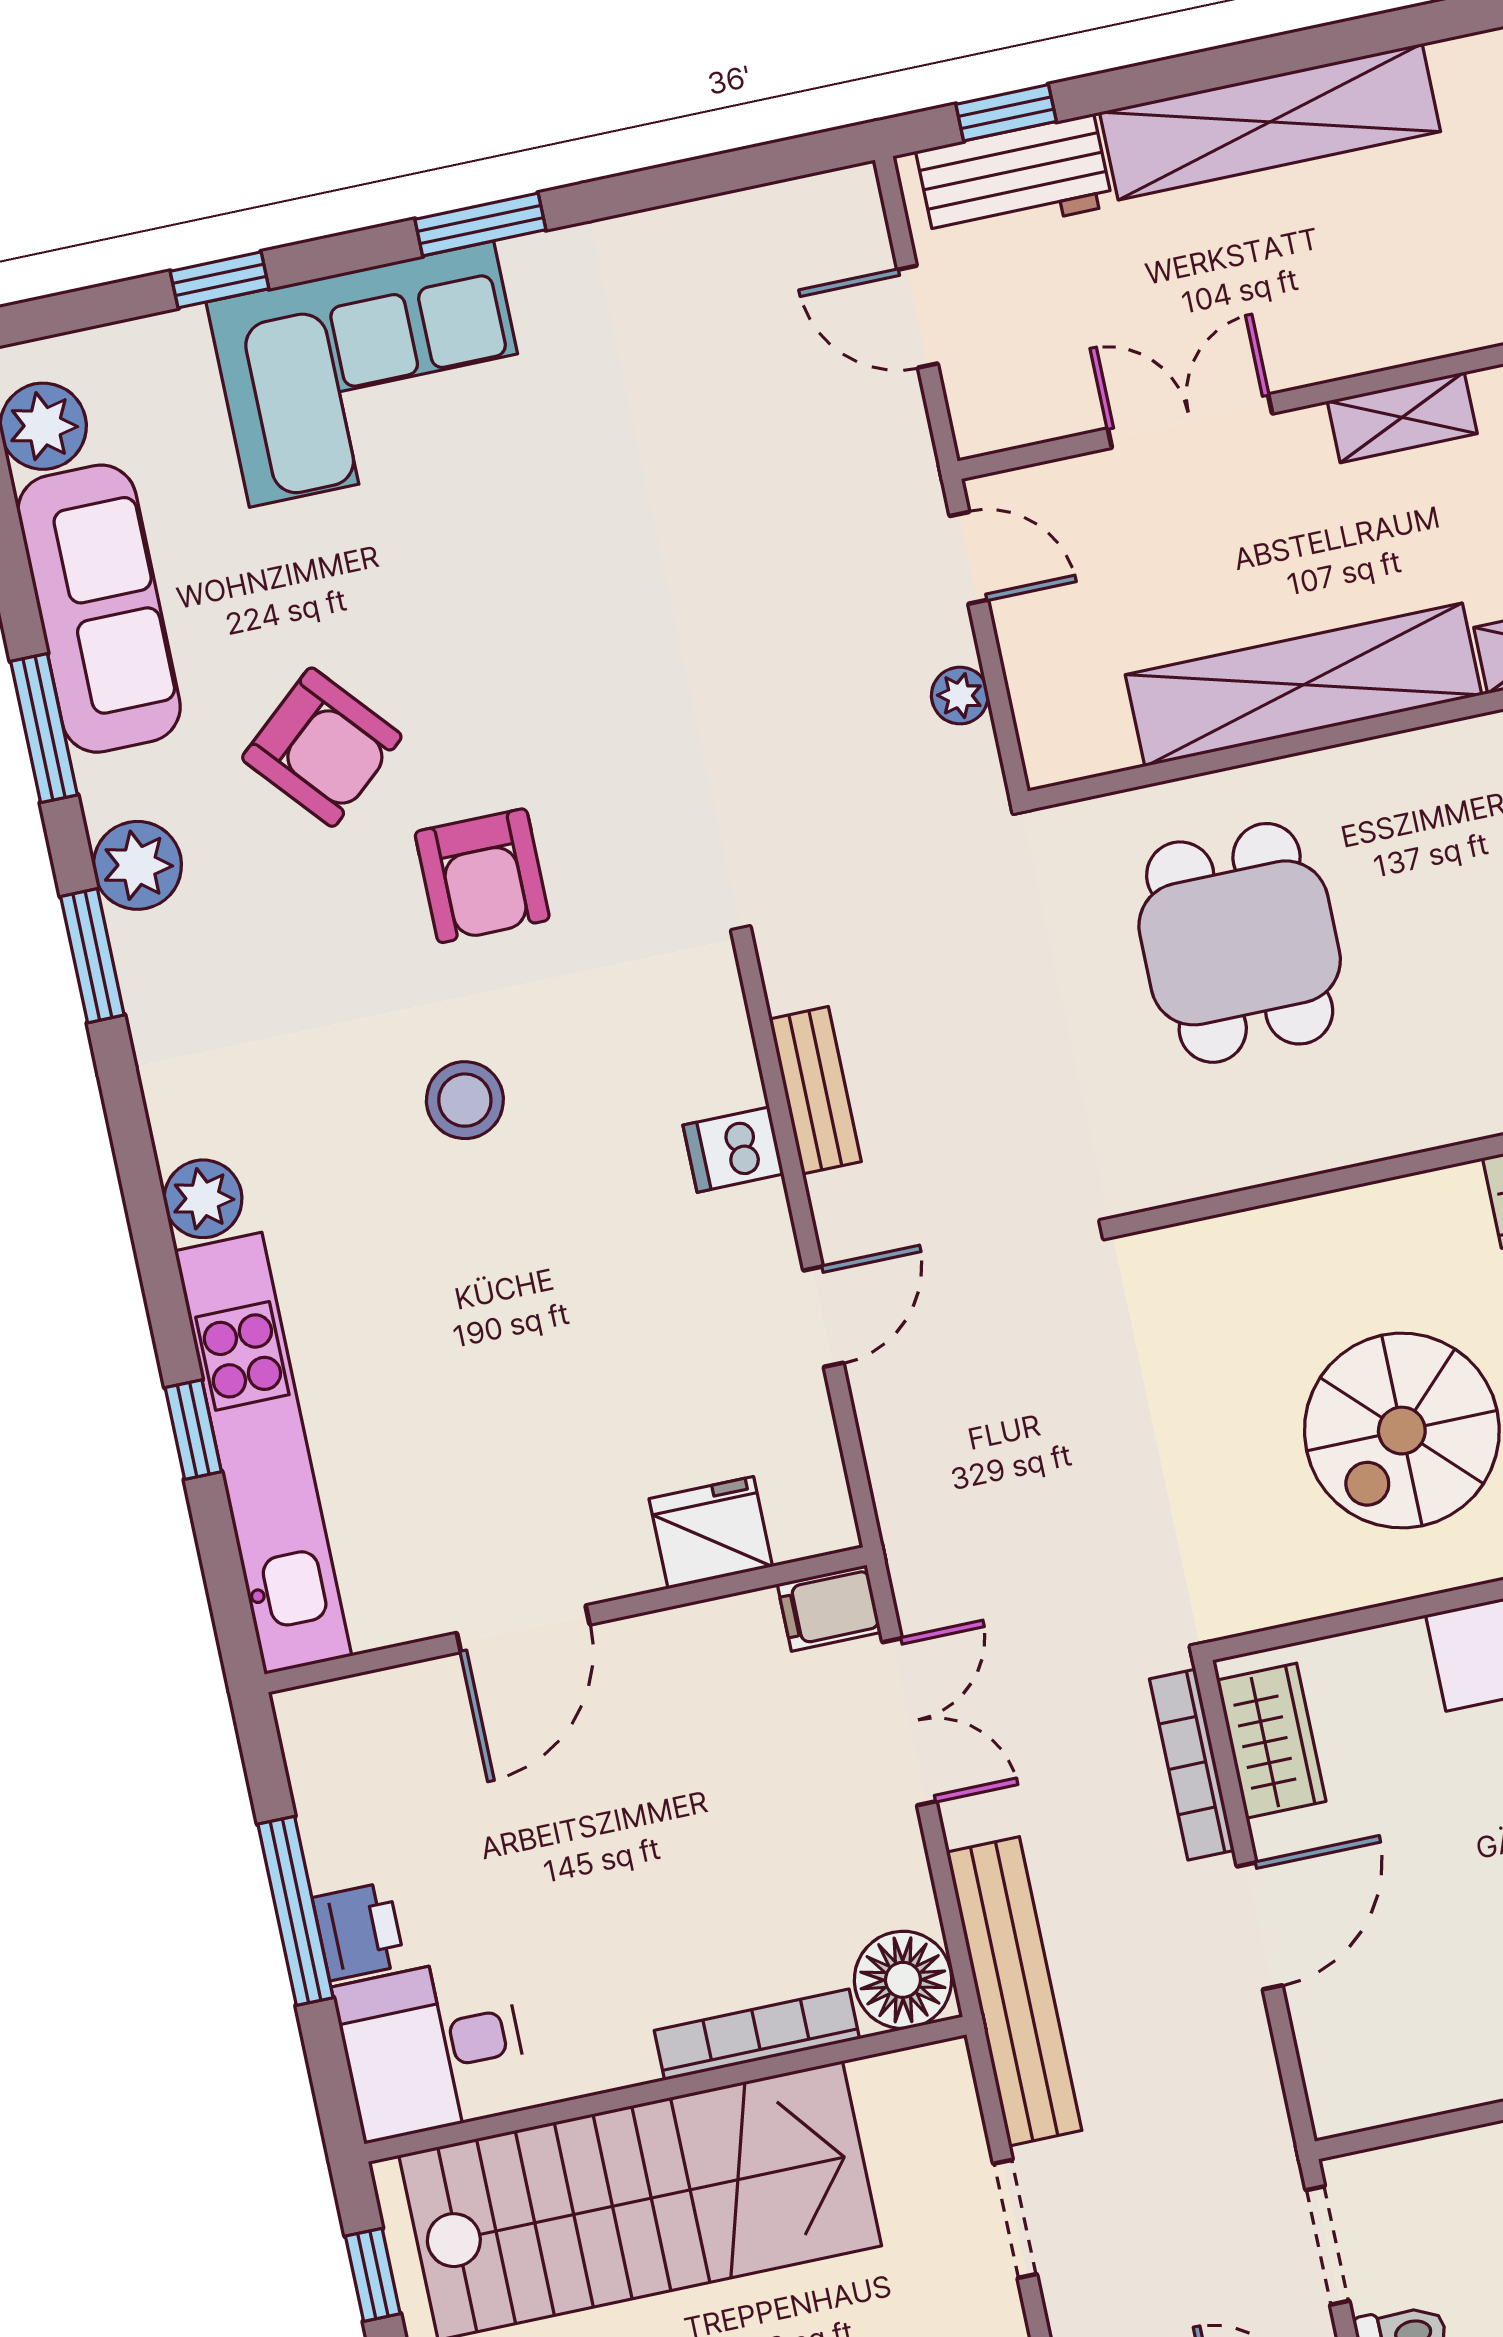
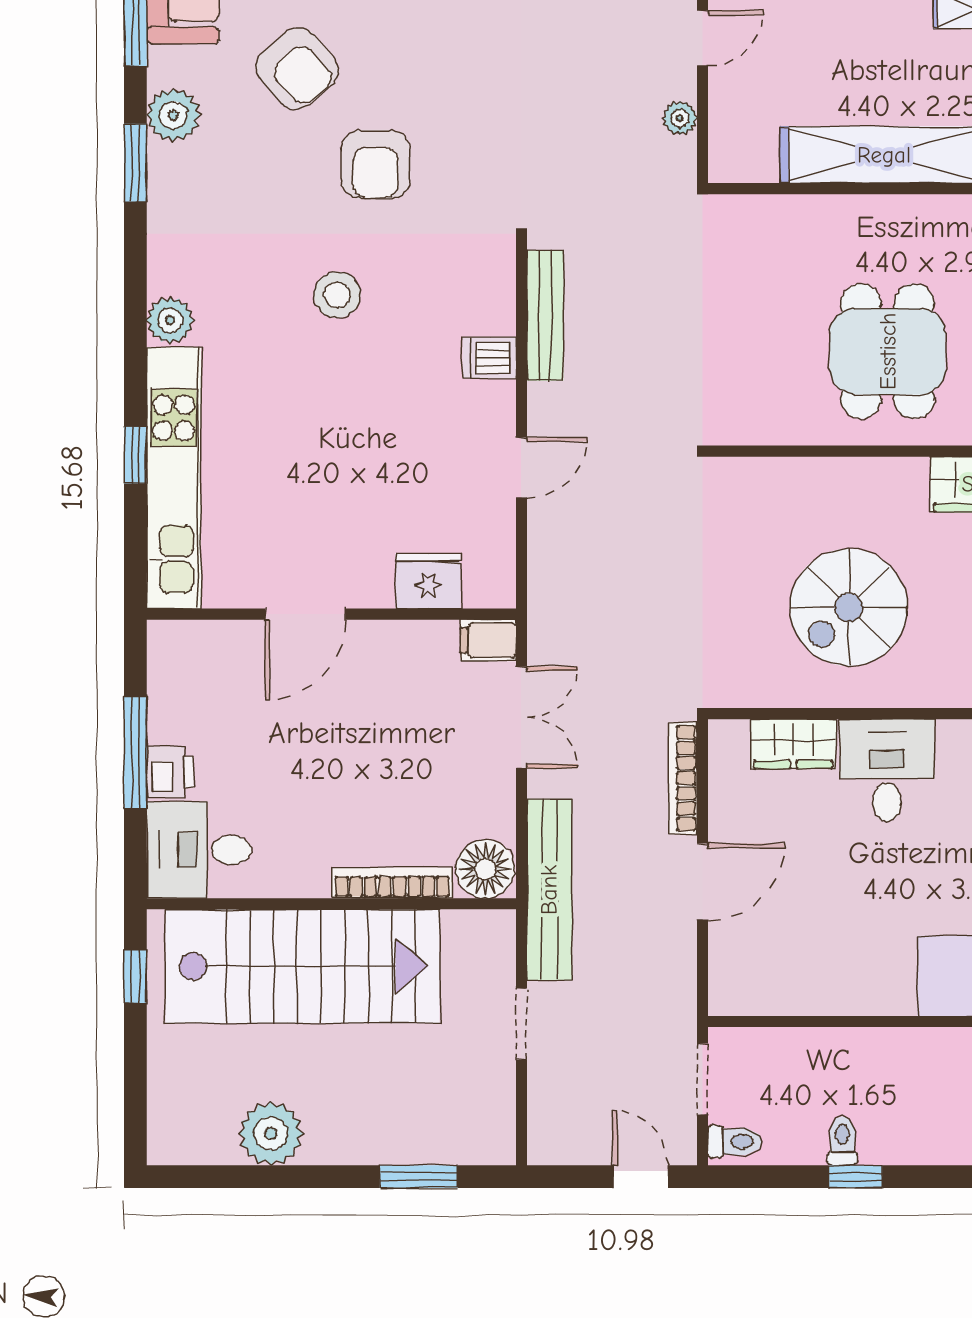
door: (969, 558) -> (703, 38), hinge flipped
dining table: (1240, 943) -> (888, 351), moved
bench: (815, 1090) -> (545, 316), width x1.36
wardrobe: (1271, 1741) -> (793, 744), moved, turned 90

